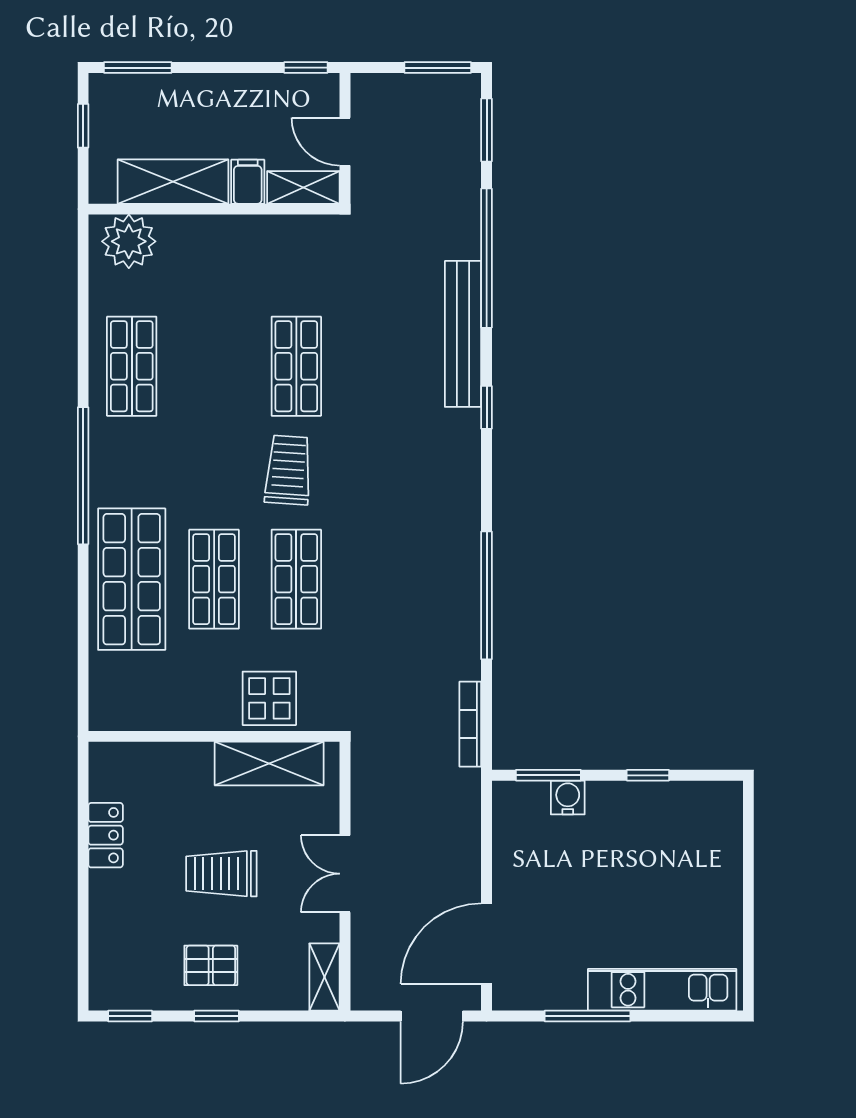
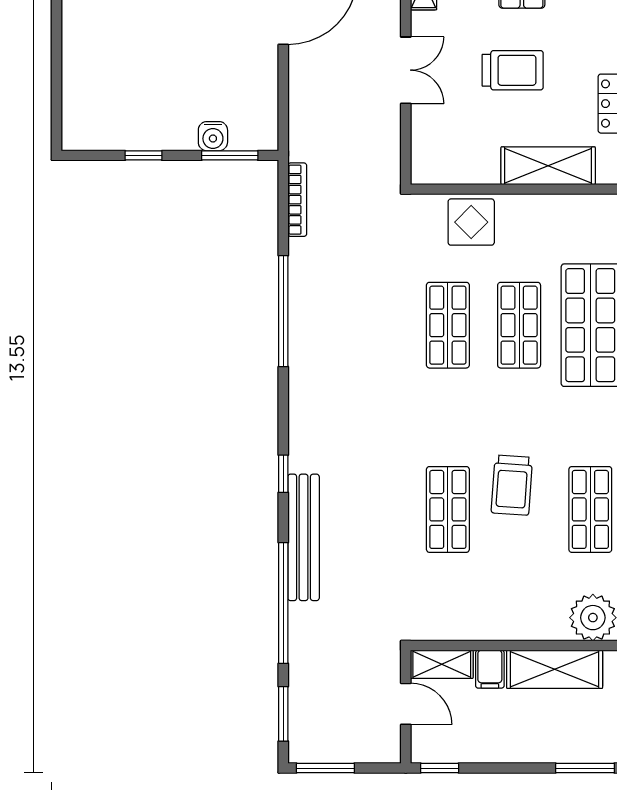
trolley: (288, 470) -> (512, 485), moved
shelving: (269, 763) -> (548, 166), moved

